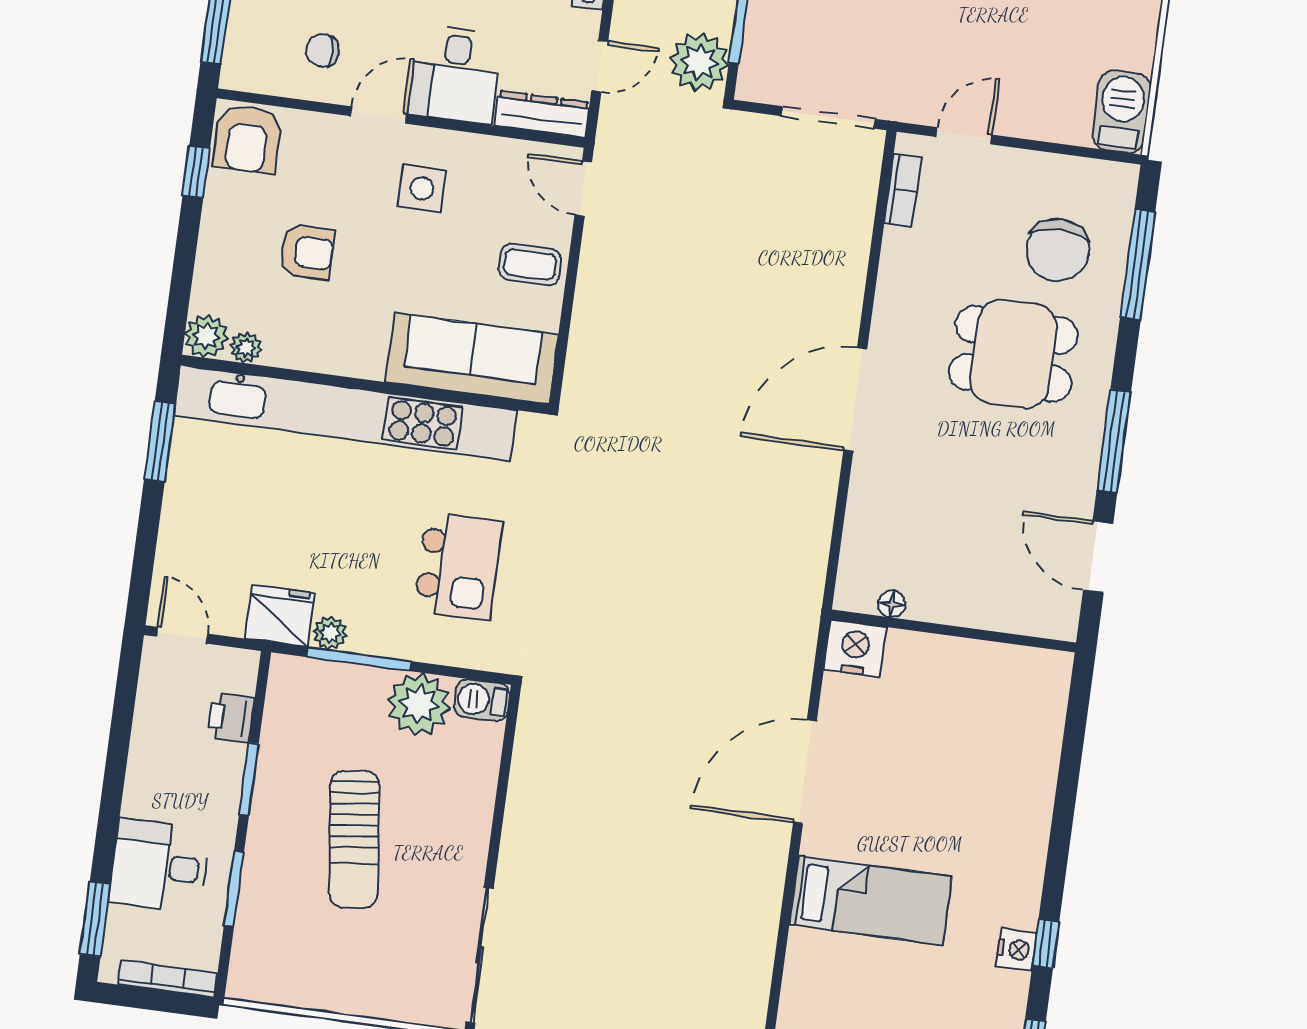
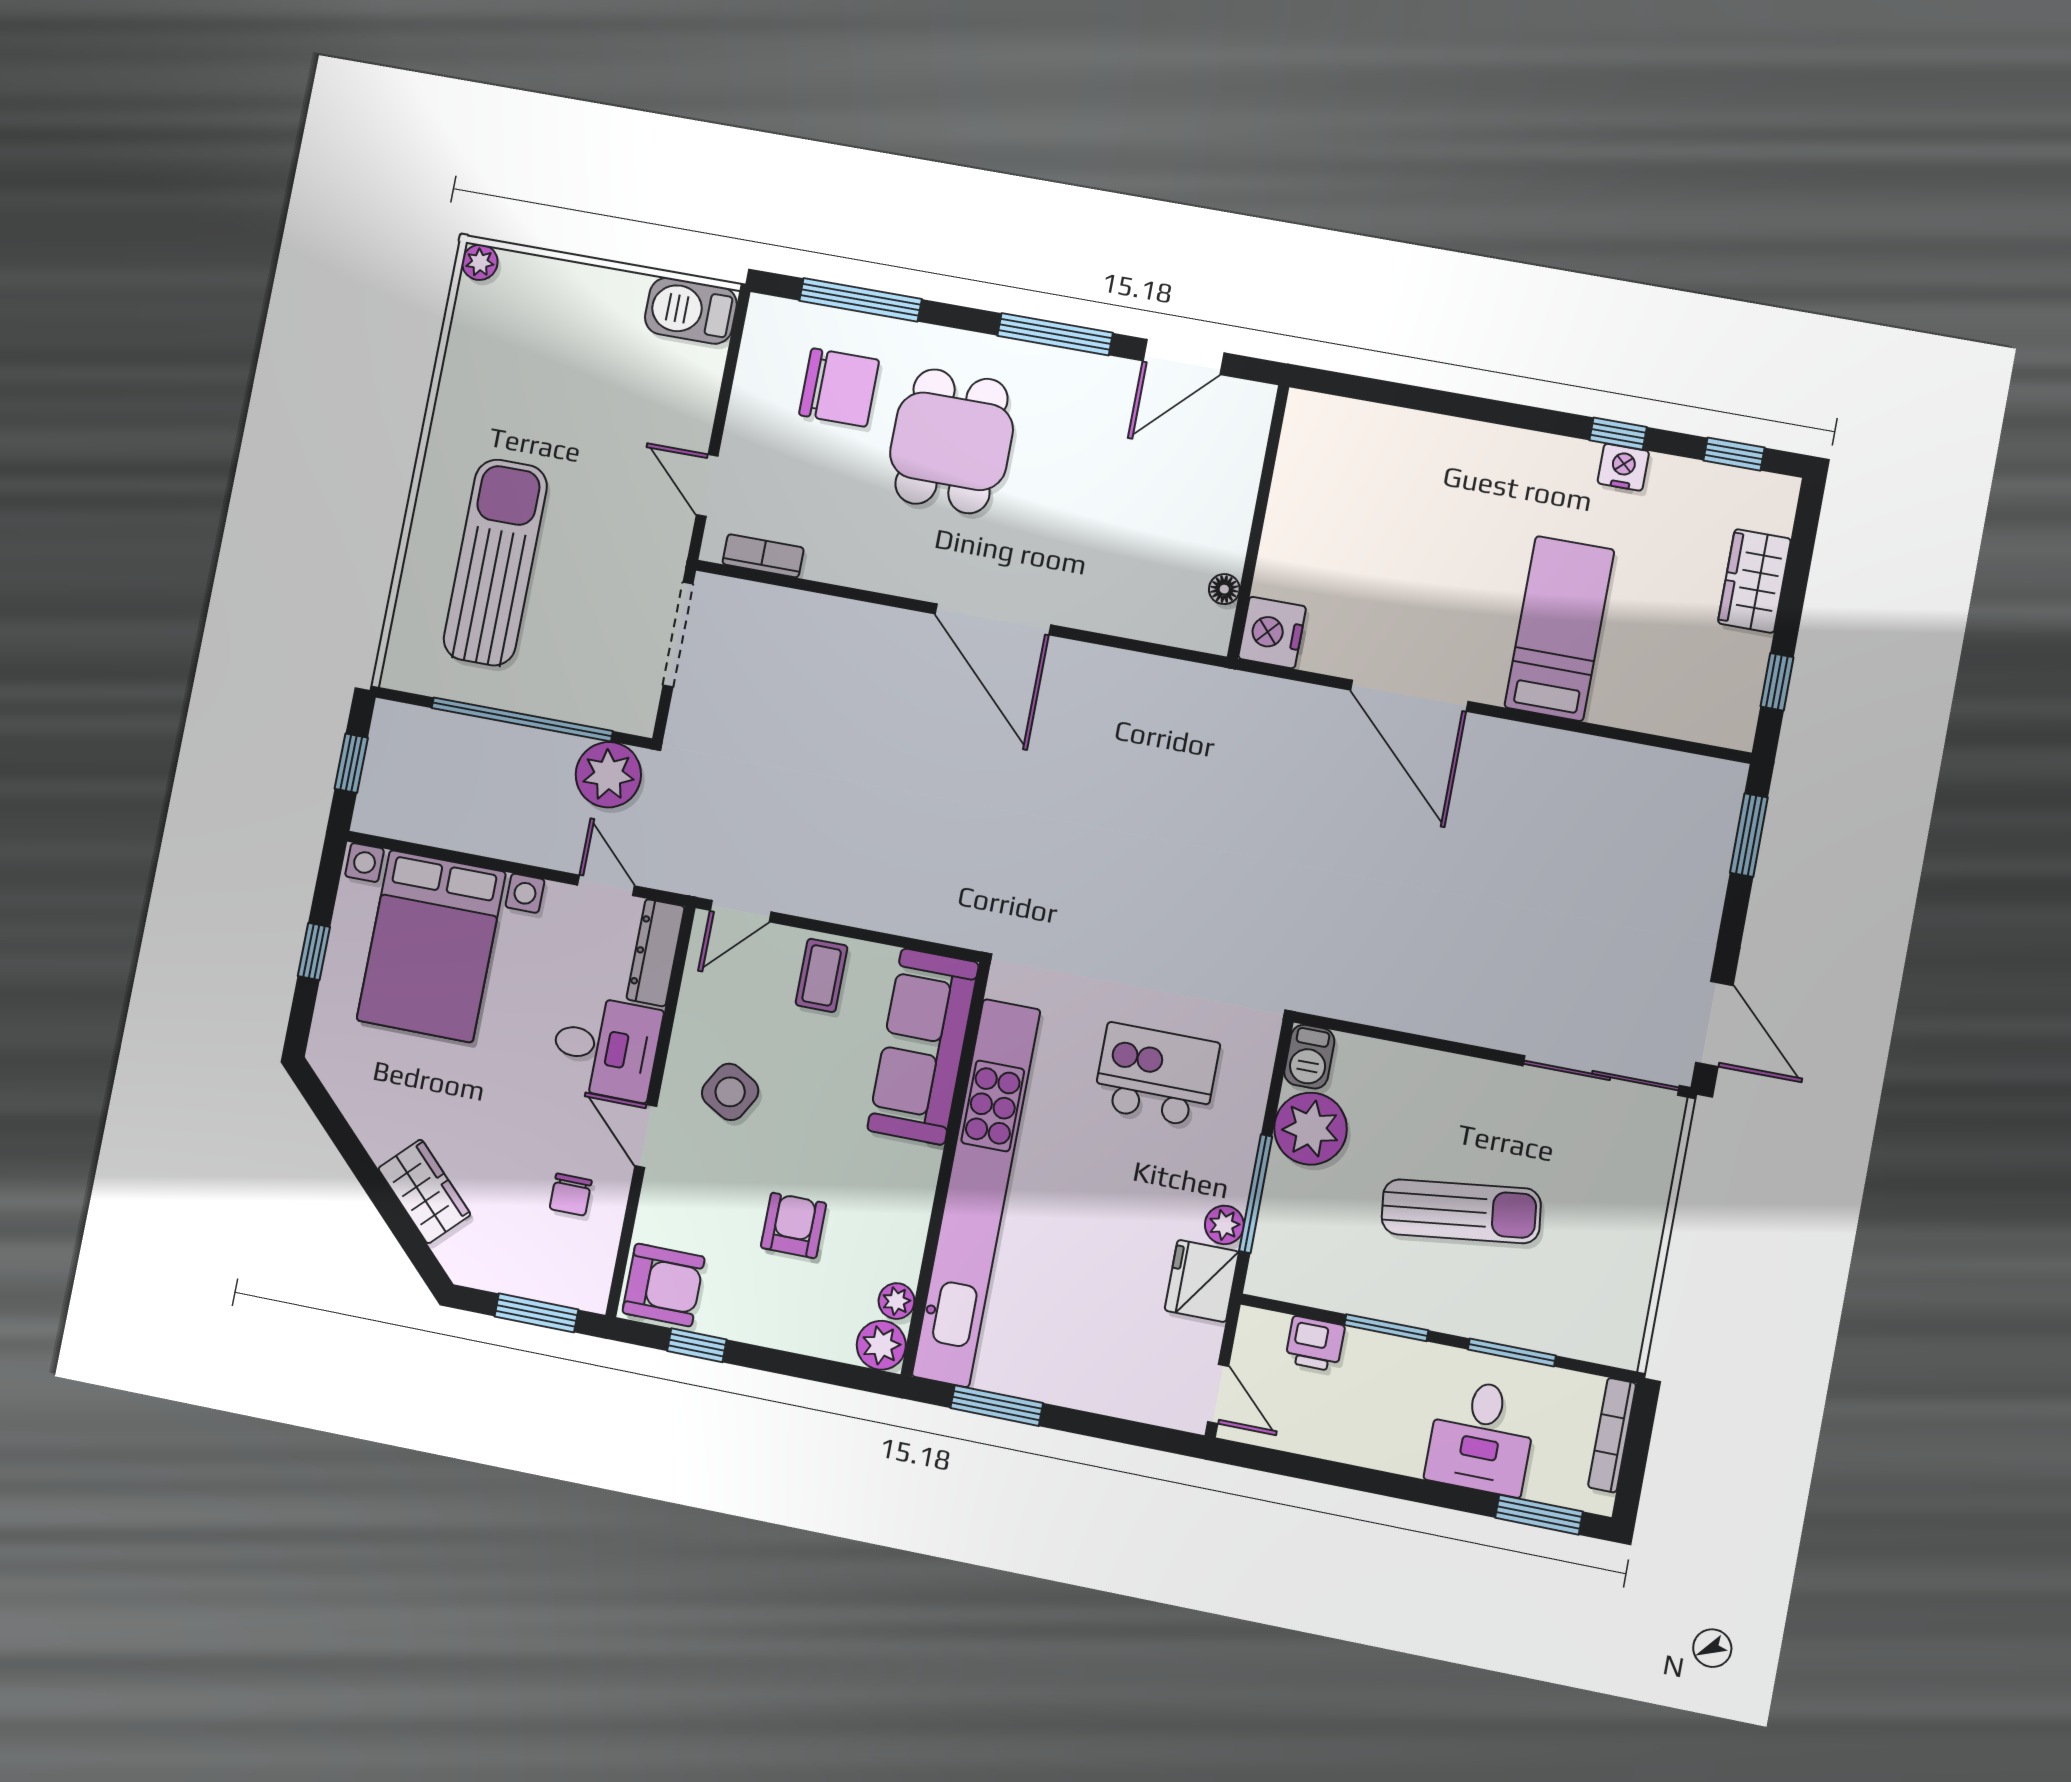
side table: (422, 188) -> (730, 1092), turned 30
door: (182, 635) -> (1218, 1394), swing flipped

